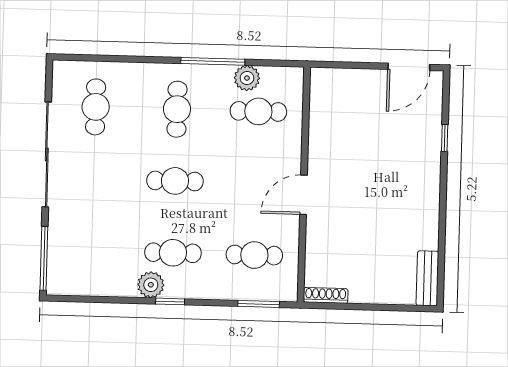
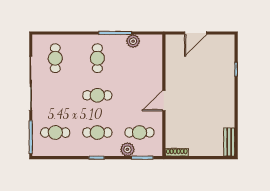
door: (409, 67) -> (196, 33), moved
cafe table: (258, 111) -> (55, 132), moved
plant: (151, 285) -> (127, 149), moved

